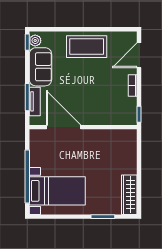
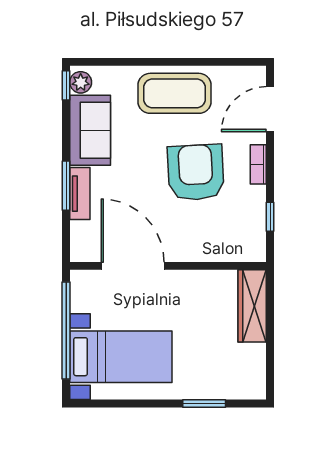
armchair: (98, 90) -> (196, 172), added
door: (64, 127) -> (133, 266), moved
wall: (83, 127) -> (168, 266), moved
wardrobe: (129, 195) -> (252, 306), moved

